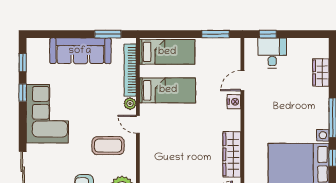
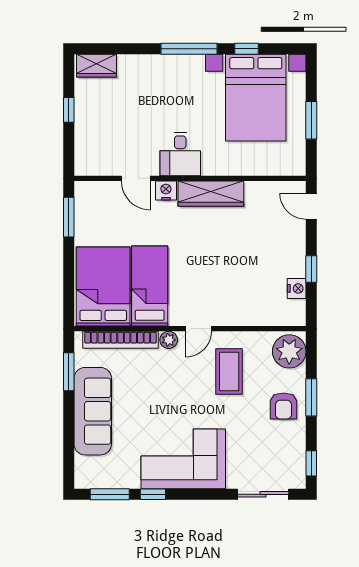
window: (268, 34) -> (69, 110), moved
bed: (167, 52) -> (103, 286), width x1.50
desk: (272, 53) -> (180, 154), moved, turned -90
window: (23, 63) -> (110, 494), width x1.50
wardrobe: (321, 73) -> (97, 66), moved
wardrobe: (232, 154) -> (211, 194), moved

